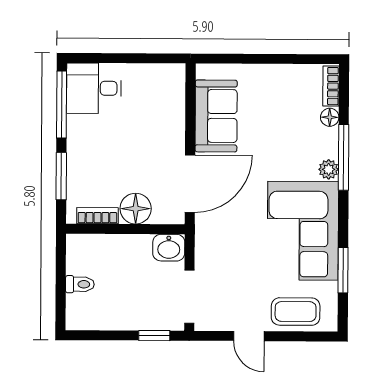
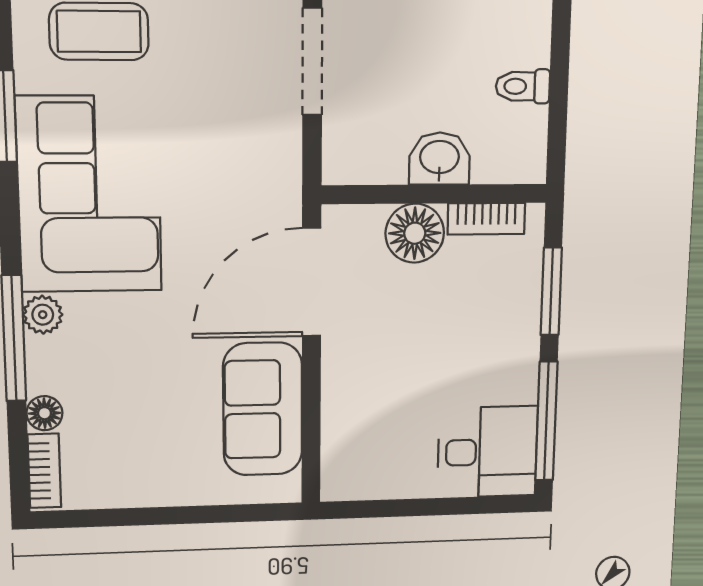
washbasin: (169, 248) -> (439, 159), moved

